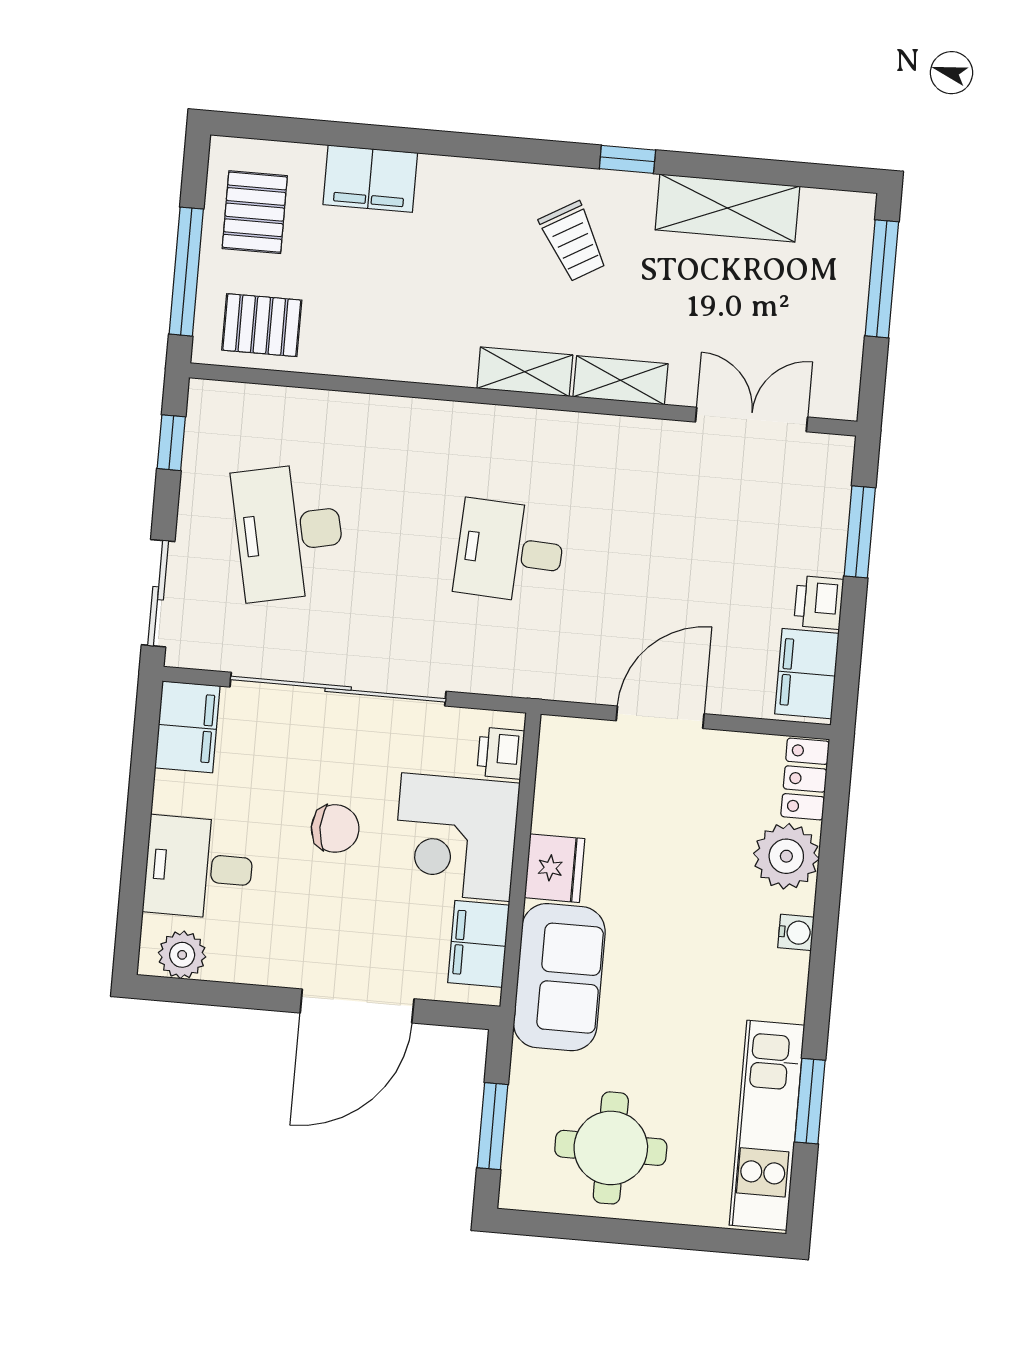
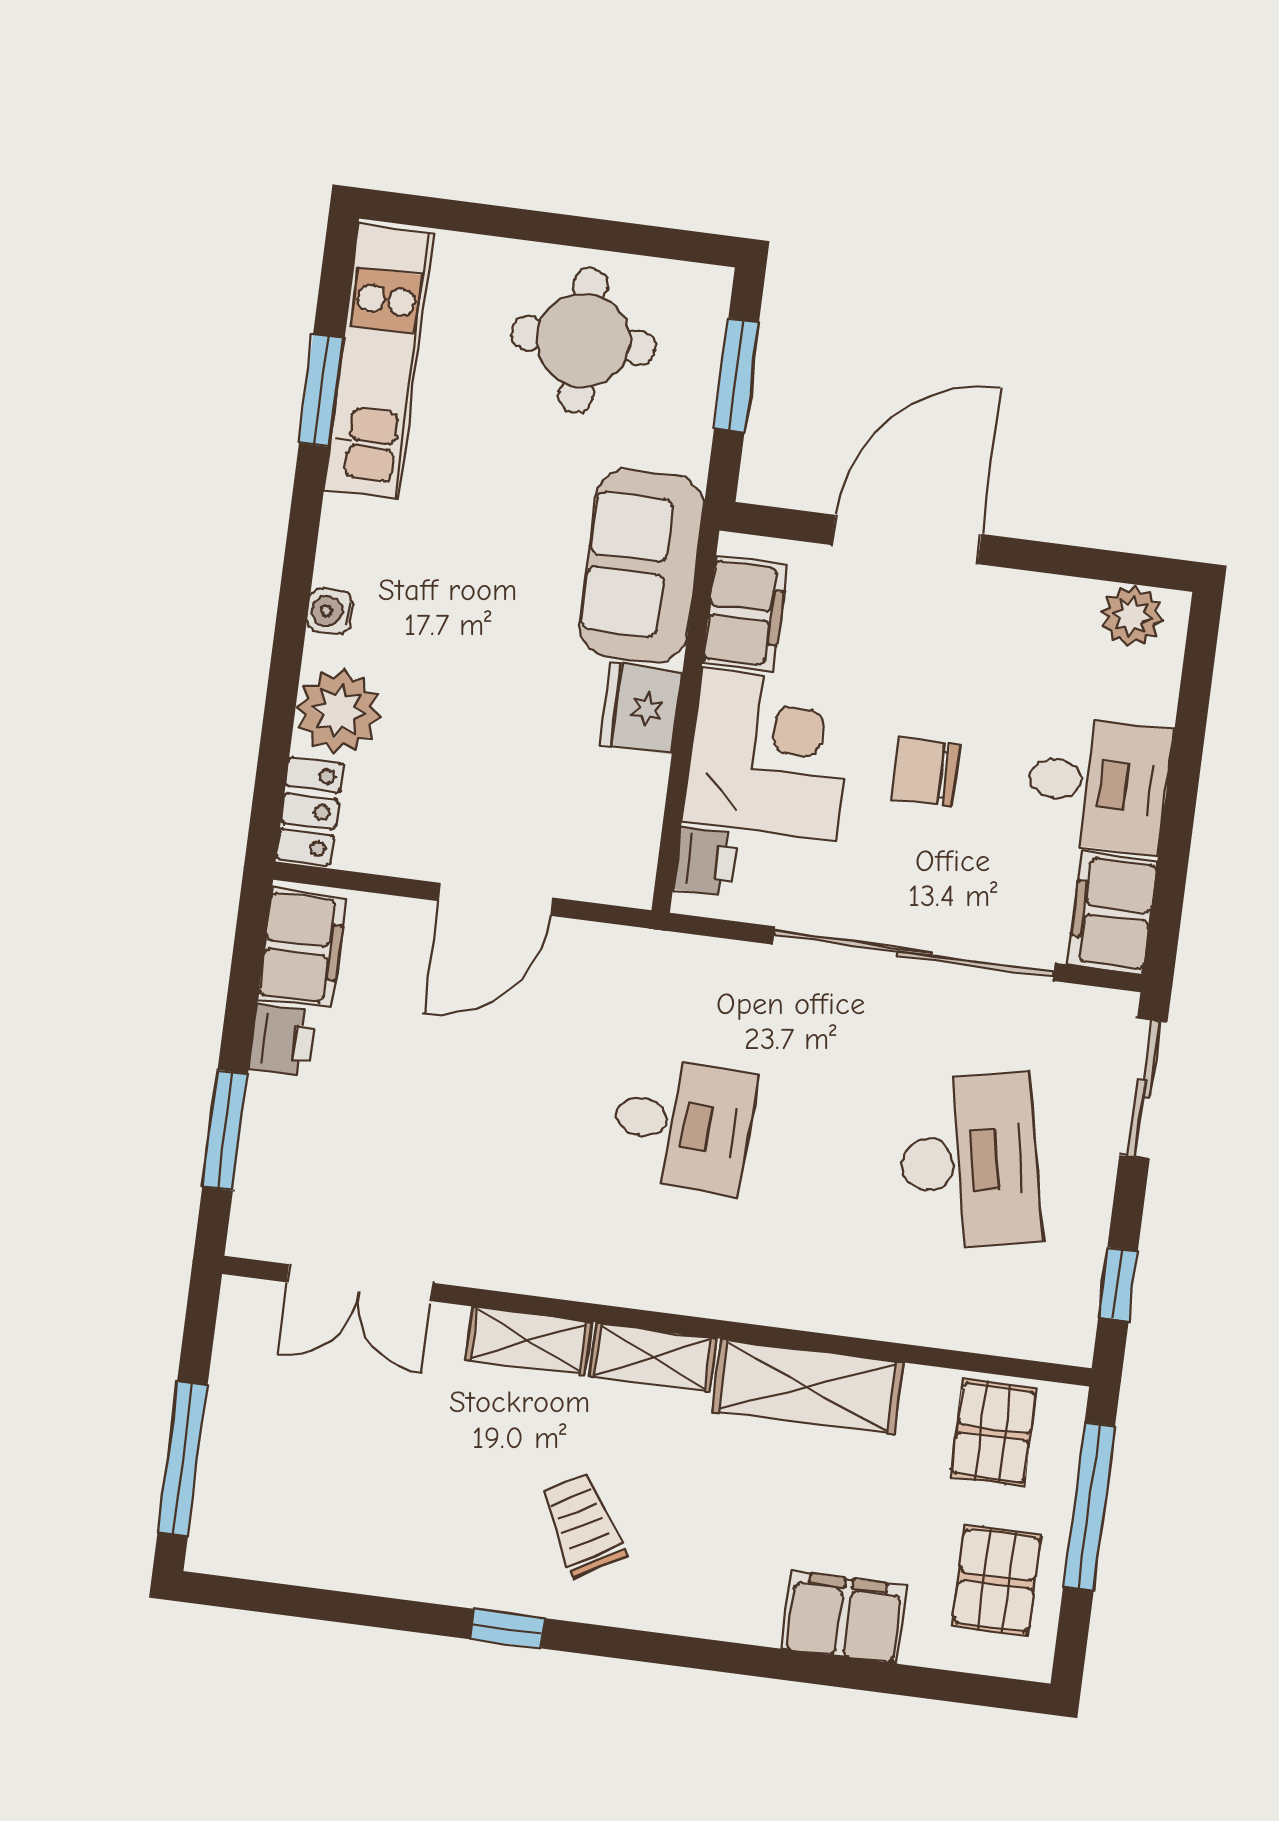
shelving: (727, 208) -> (808, 1387), moved
pallet: (262, 325) -> (994, 1433), turned 90
desk: (199, 868) -> (1098, 784), moved

